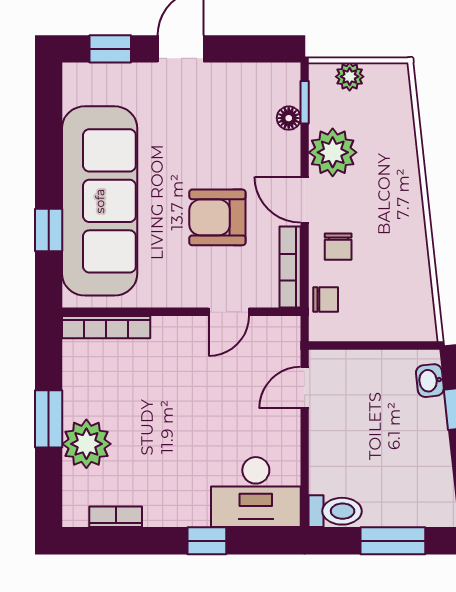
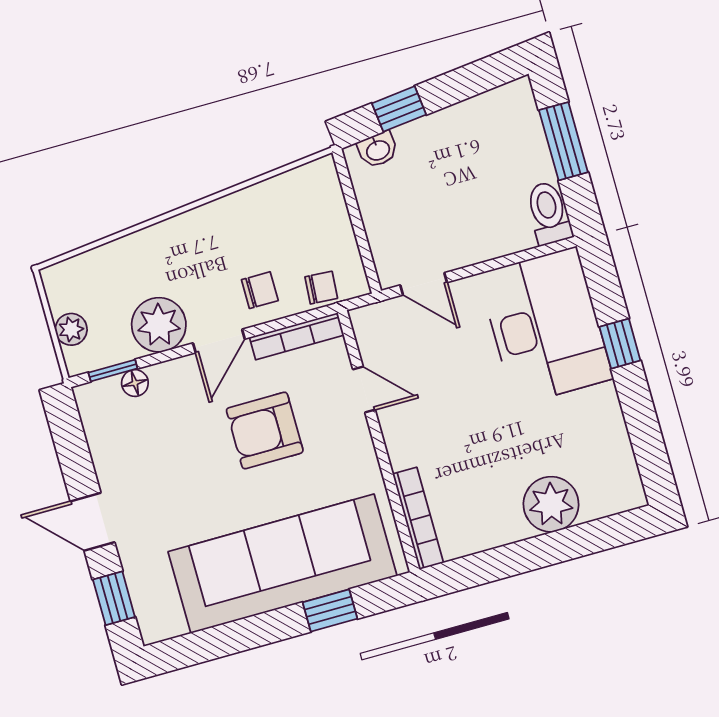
armchair: (217, 217) -> (265, 430), turned 90
chair: (326, 300) -> (321, 288), turned 94
window: (49, 419) -> (535, 553), removed
desk: (256, 492) -> (546, 326), width x1.36, depth x1.30
bookcase: (116, 517) -> (622, 450), removed

